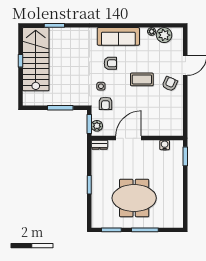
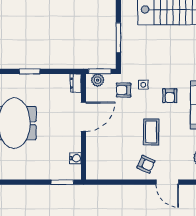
door: (129, 138) -> (83, 117), hinge flipped

